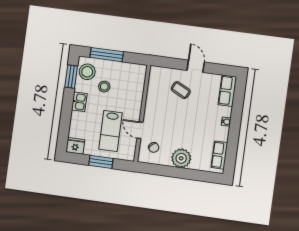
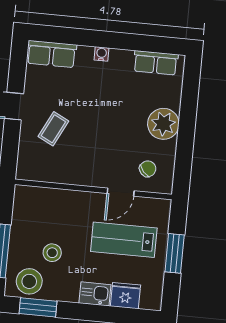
kitchen sink: (79, 102) -> (95, 294), moved
lab bench: (110, 131) -> (124, 240), turned 180
fridge: (75, 146) -> (125, 296), moved, turned 90

